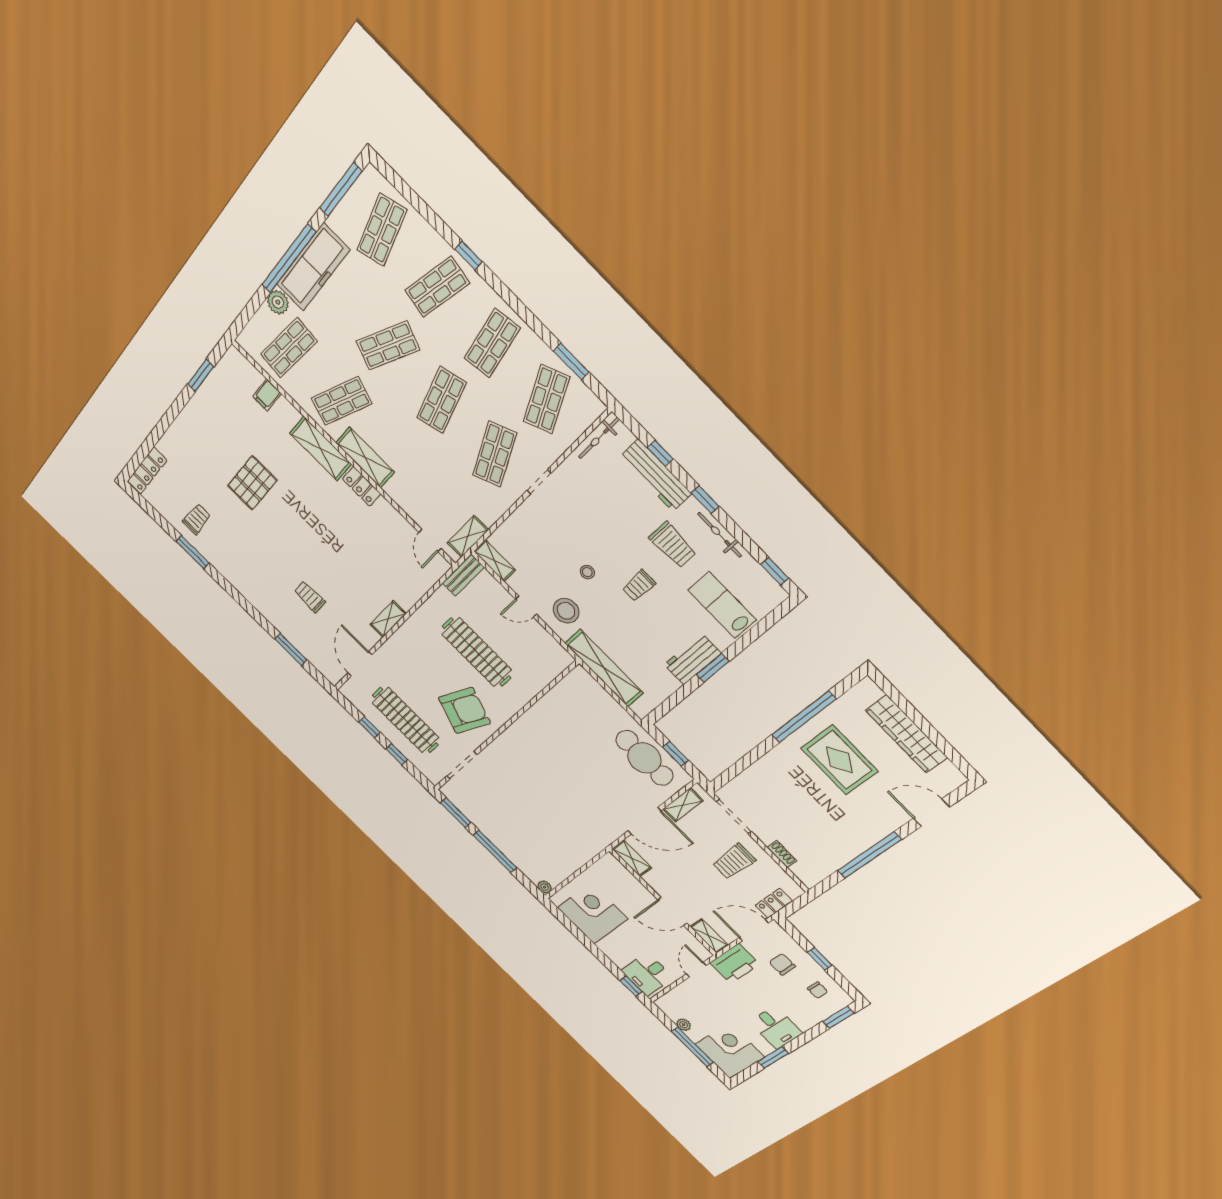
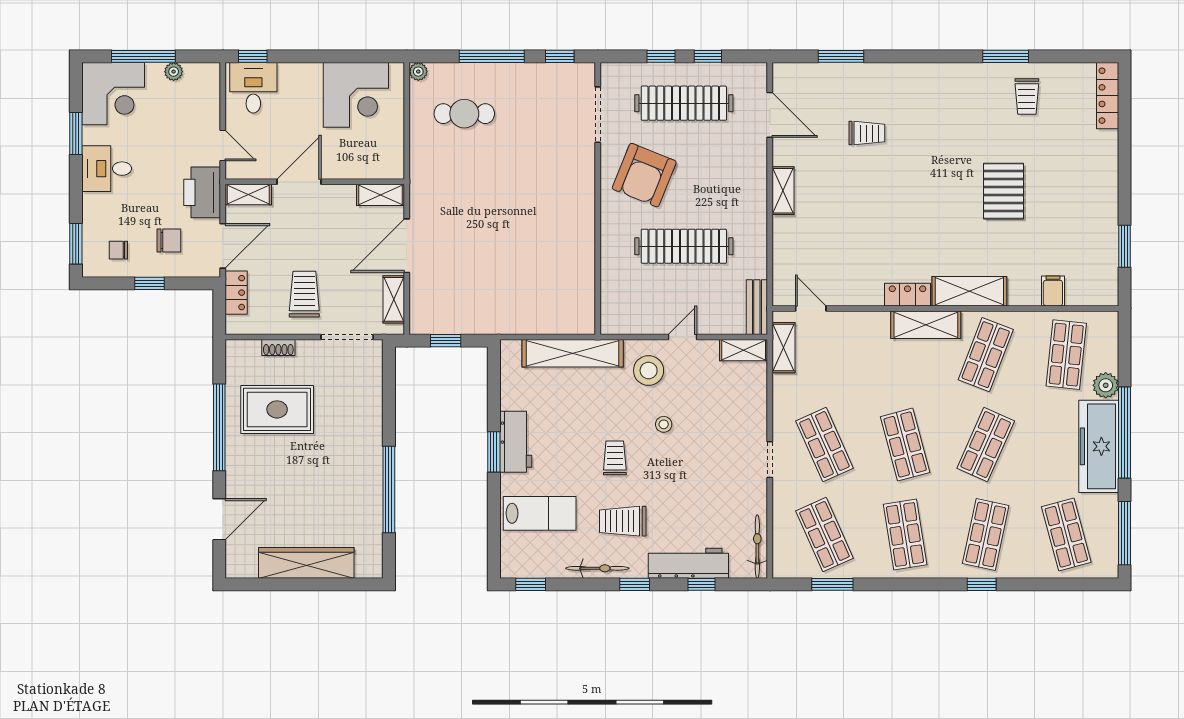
cafe table: (644, 758) -> (464, 114), moved, width x0.73, depth x0.74
rug: (839, 760) -> (277, 409), moved
window: (456, 813) -> (560, 56), width x0.67

